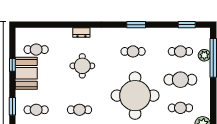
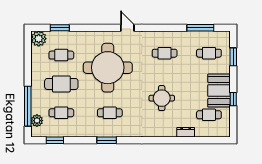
dresser: (81, 32) -> (186, 132), moved
plant: (204, 55) -> (37, 121), moved

